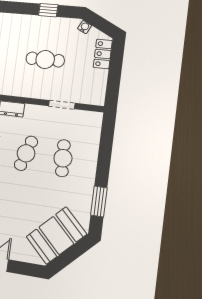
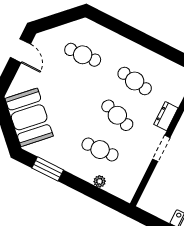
doorway: (62, 105) -> (161, 148), moved
plant: (93, 148) -> (100, 181), added

